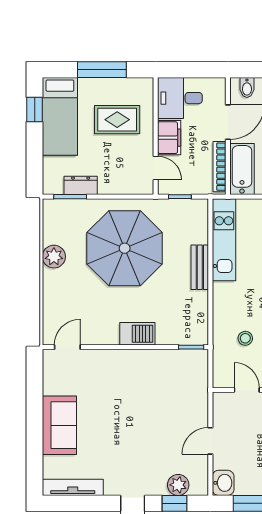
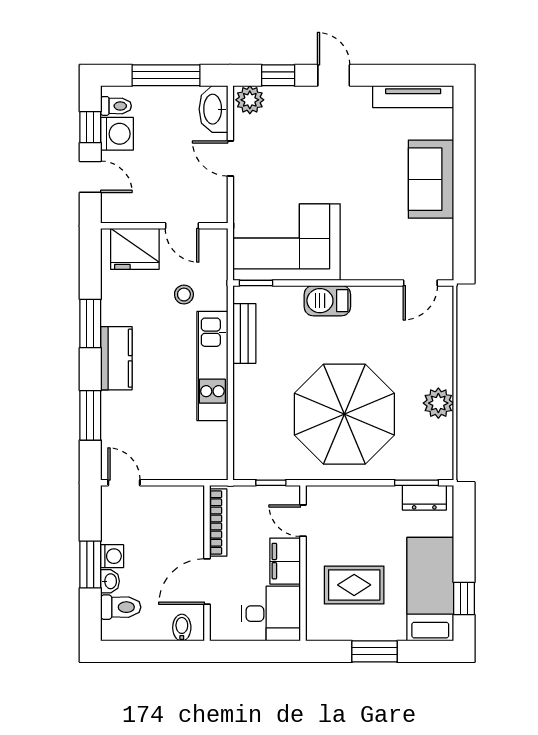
window: (102, 70) -> (374, 651), width x0.69
bathtub: (242, 169) -> (188, 519), removed
dresser: (81, 185) -> (424, 498), moved
kitchen unit: (224, 240) -> (212, 366), moved
bench: (200, 267) -> (244, 333), moved
corner sofa: (168, 378) -> (287, 242), added
door: (210, 441) -> (230, 158), swing flipped
washbasin: (223, 483) -> (213, 109), width x1.38
plant: (178, 485) -> (250, 100), moved

